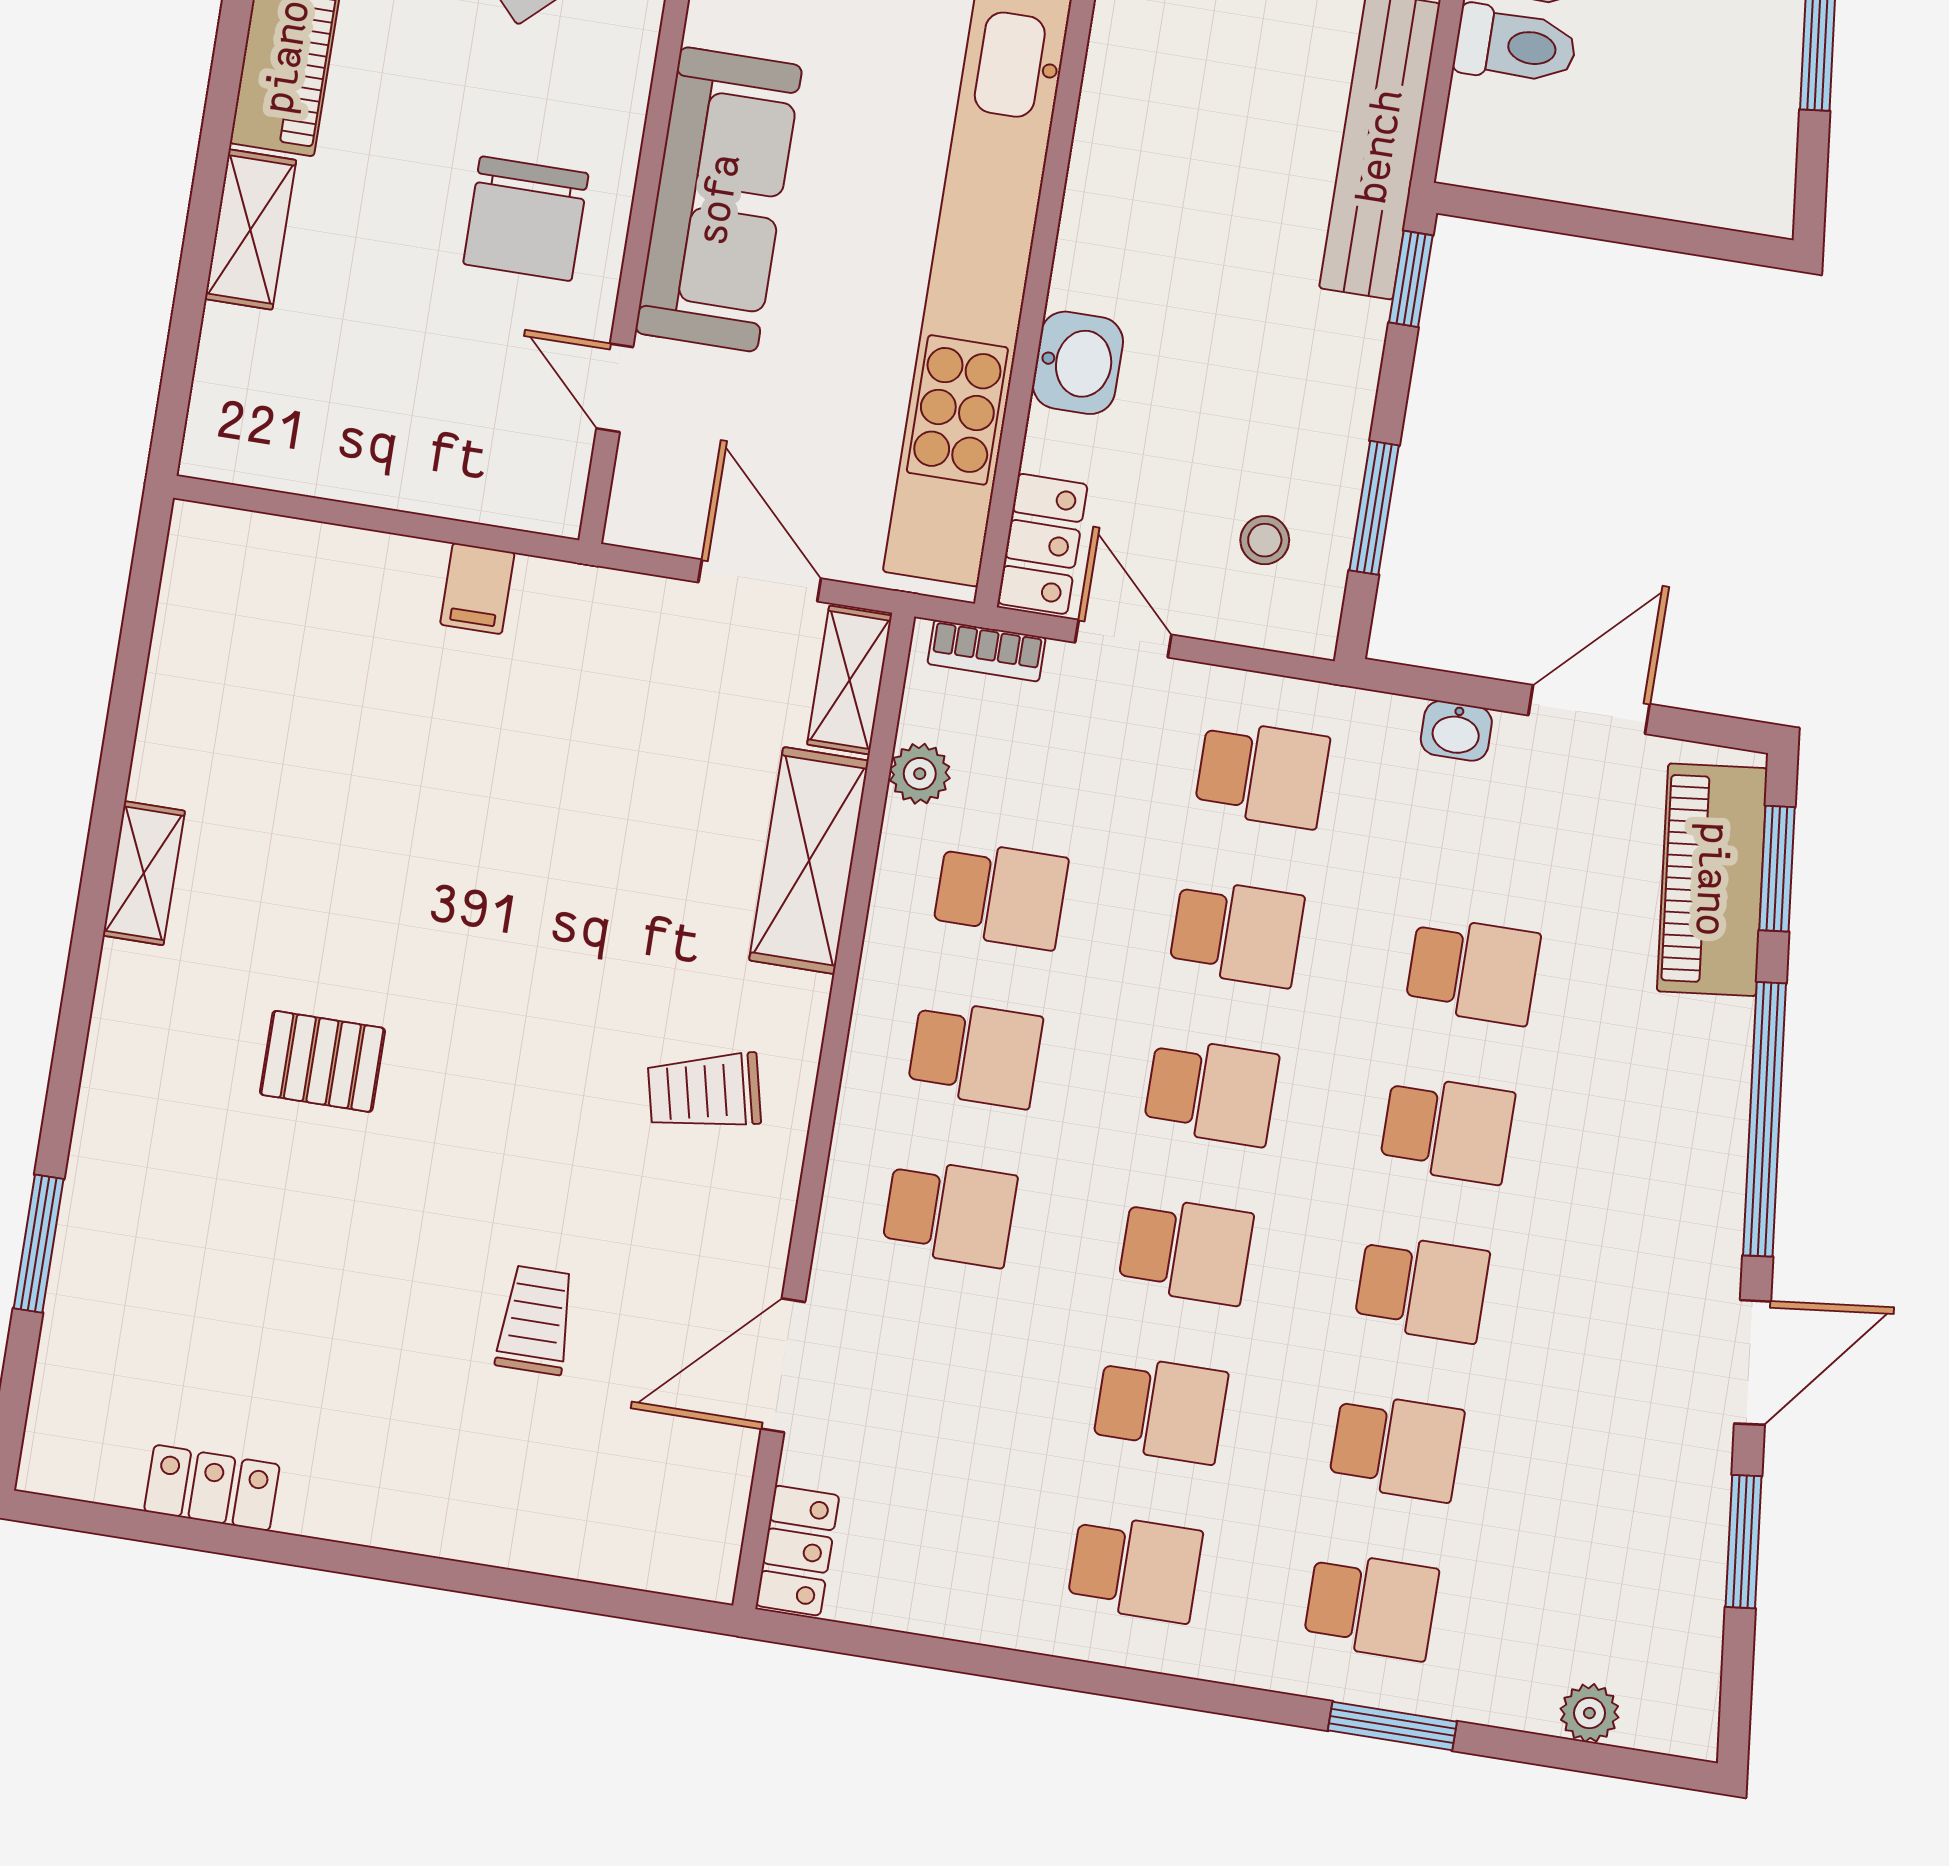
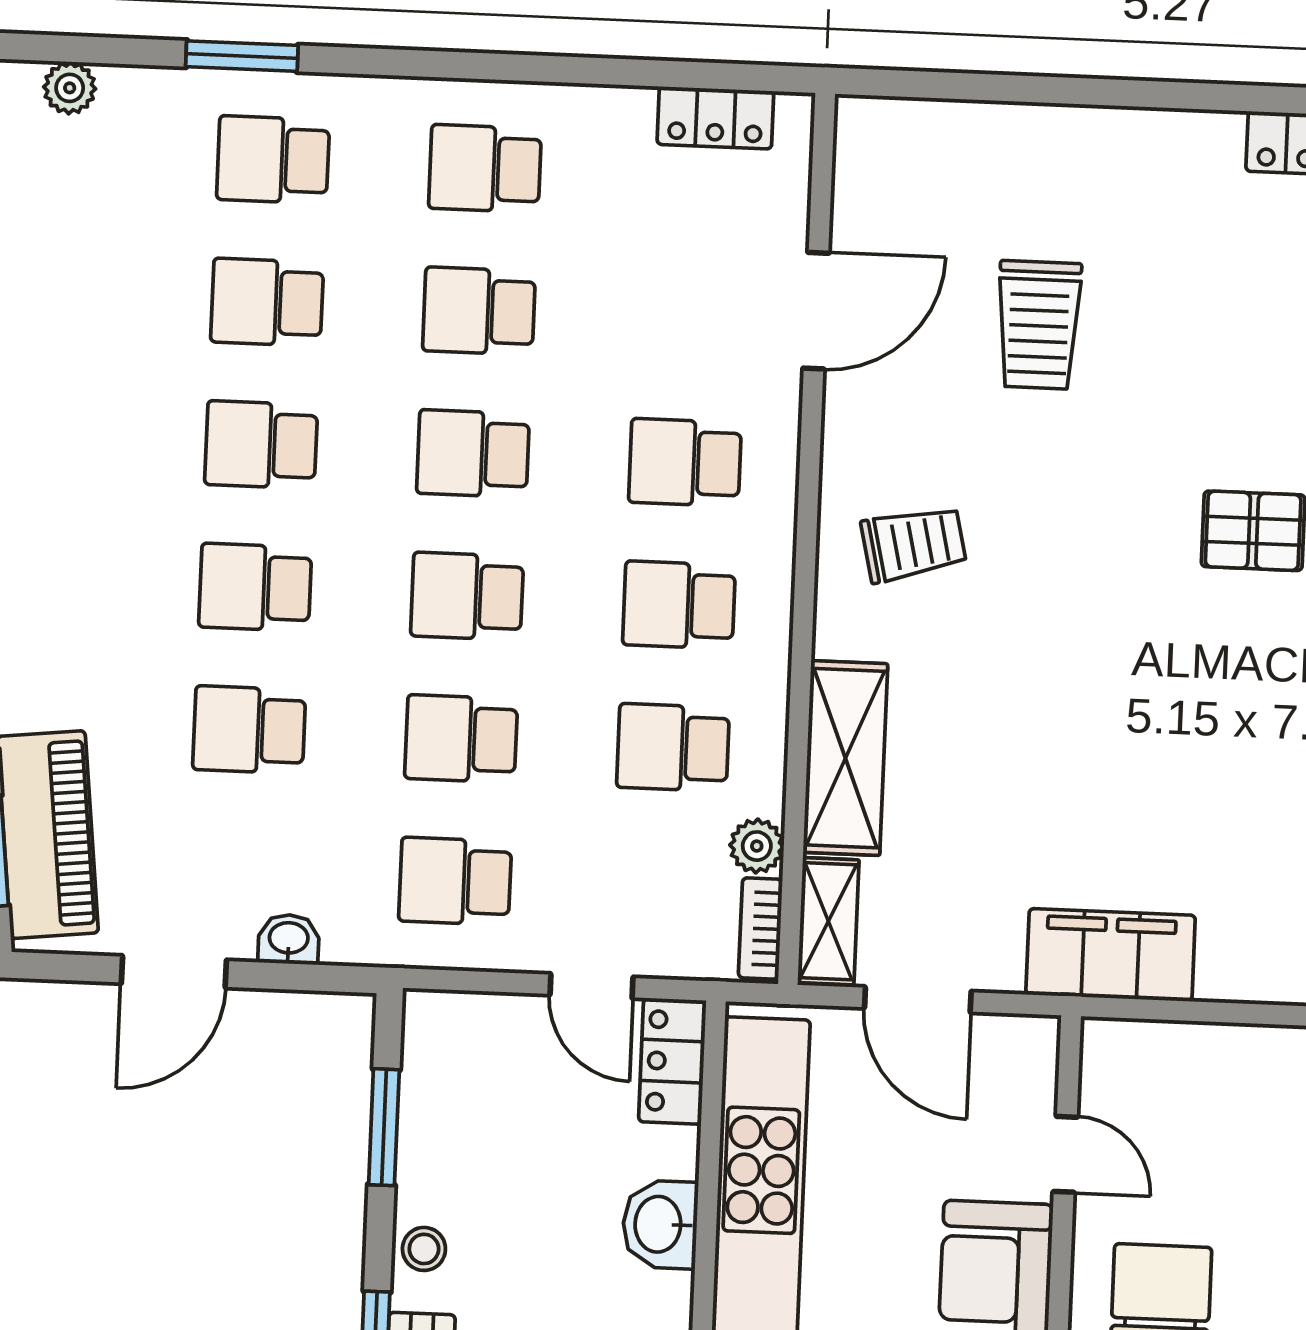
stool: (1265, 540) -> (424, 1249), moved
filing cabinet: (477, 588) -> (1111, 955), width x3.00, depth x1.17
bookcase: (987, 651) -> (760, 929), moved, turned -90
trolley: (536, 1320) -> (1039, 325), width x1.36, depth x1.39
locker: (797, 1551) -> (715, 118), moved, turned -90

